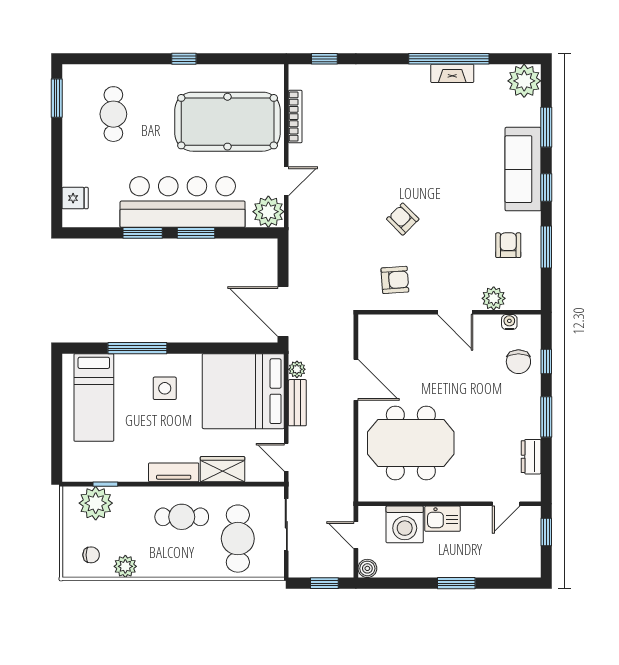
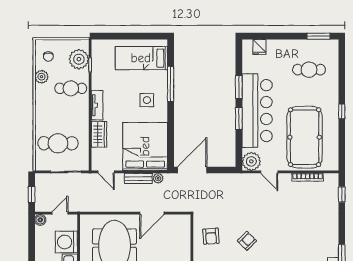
door: (286, 457) -> (106, 172), swing flipped
cafe table: (182, 517) -> (71, 88), moved, turned 90

